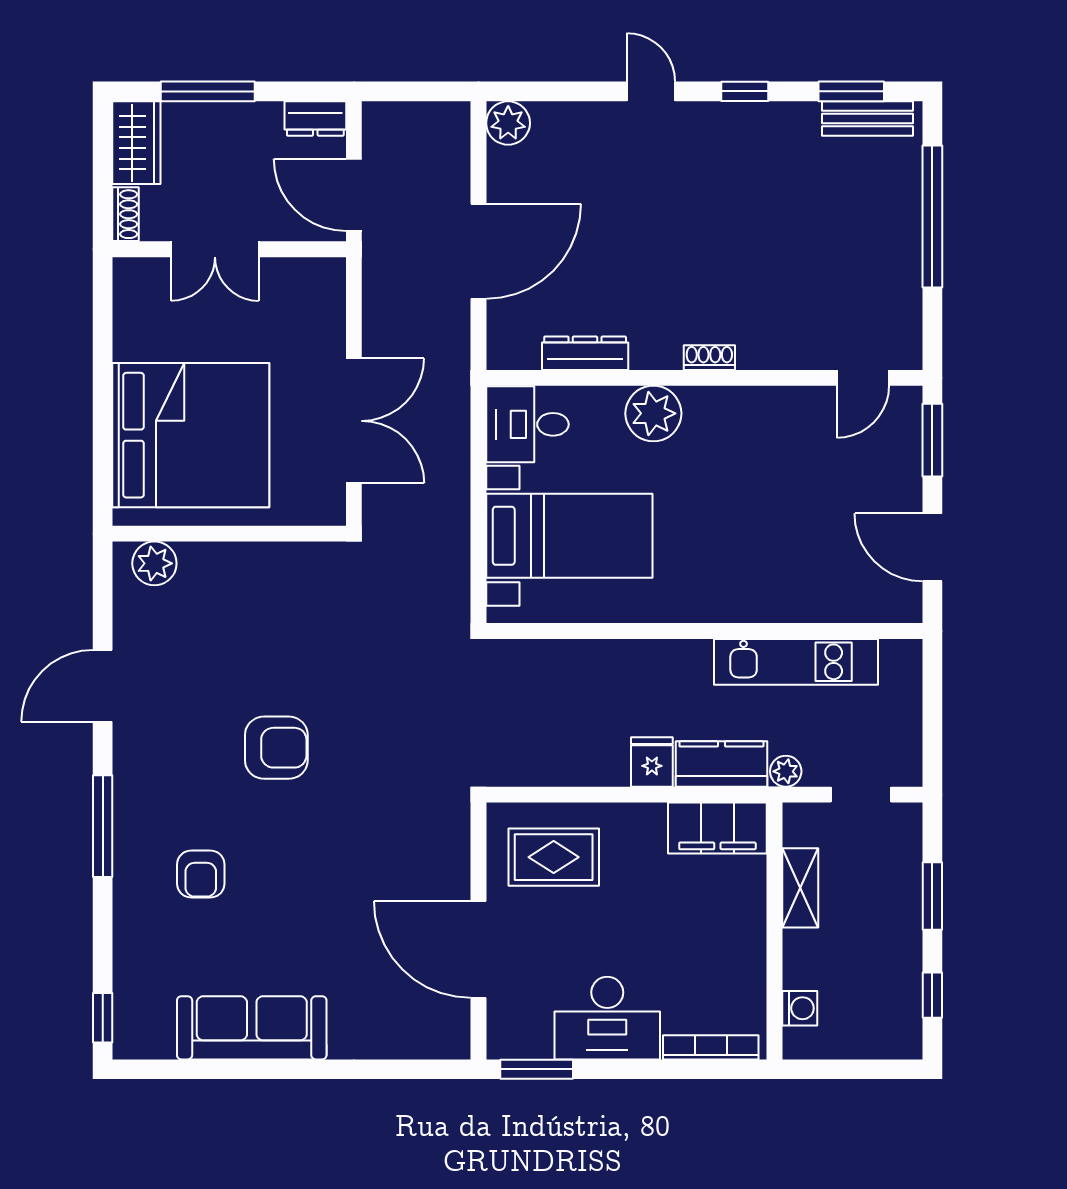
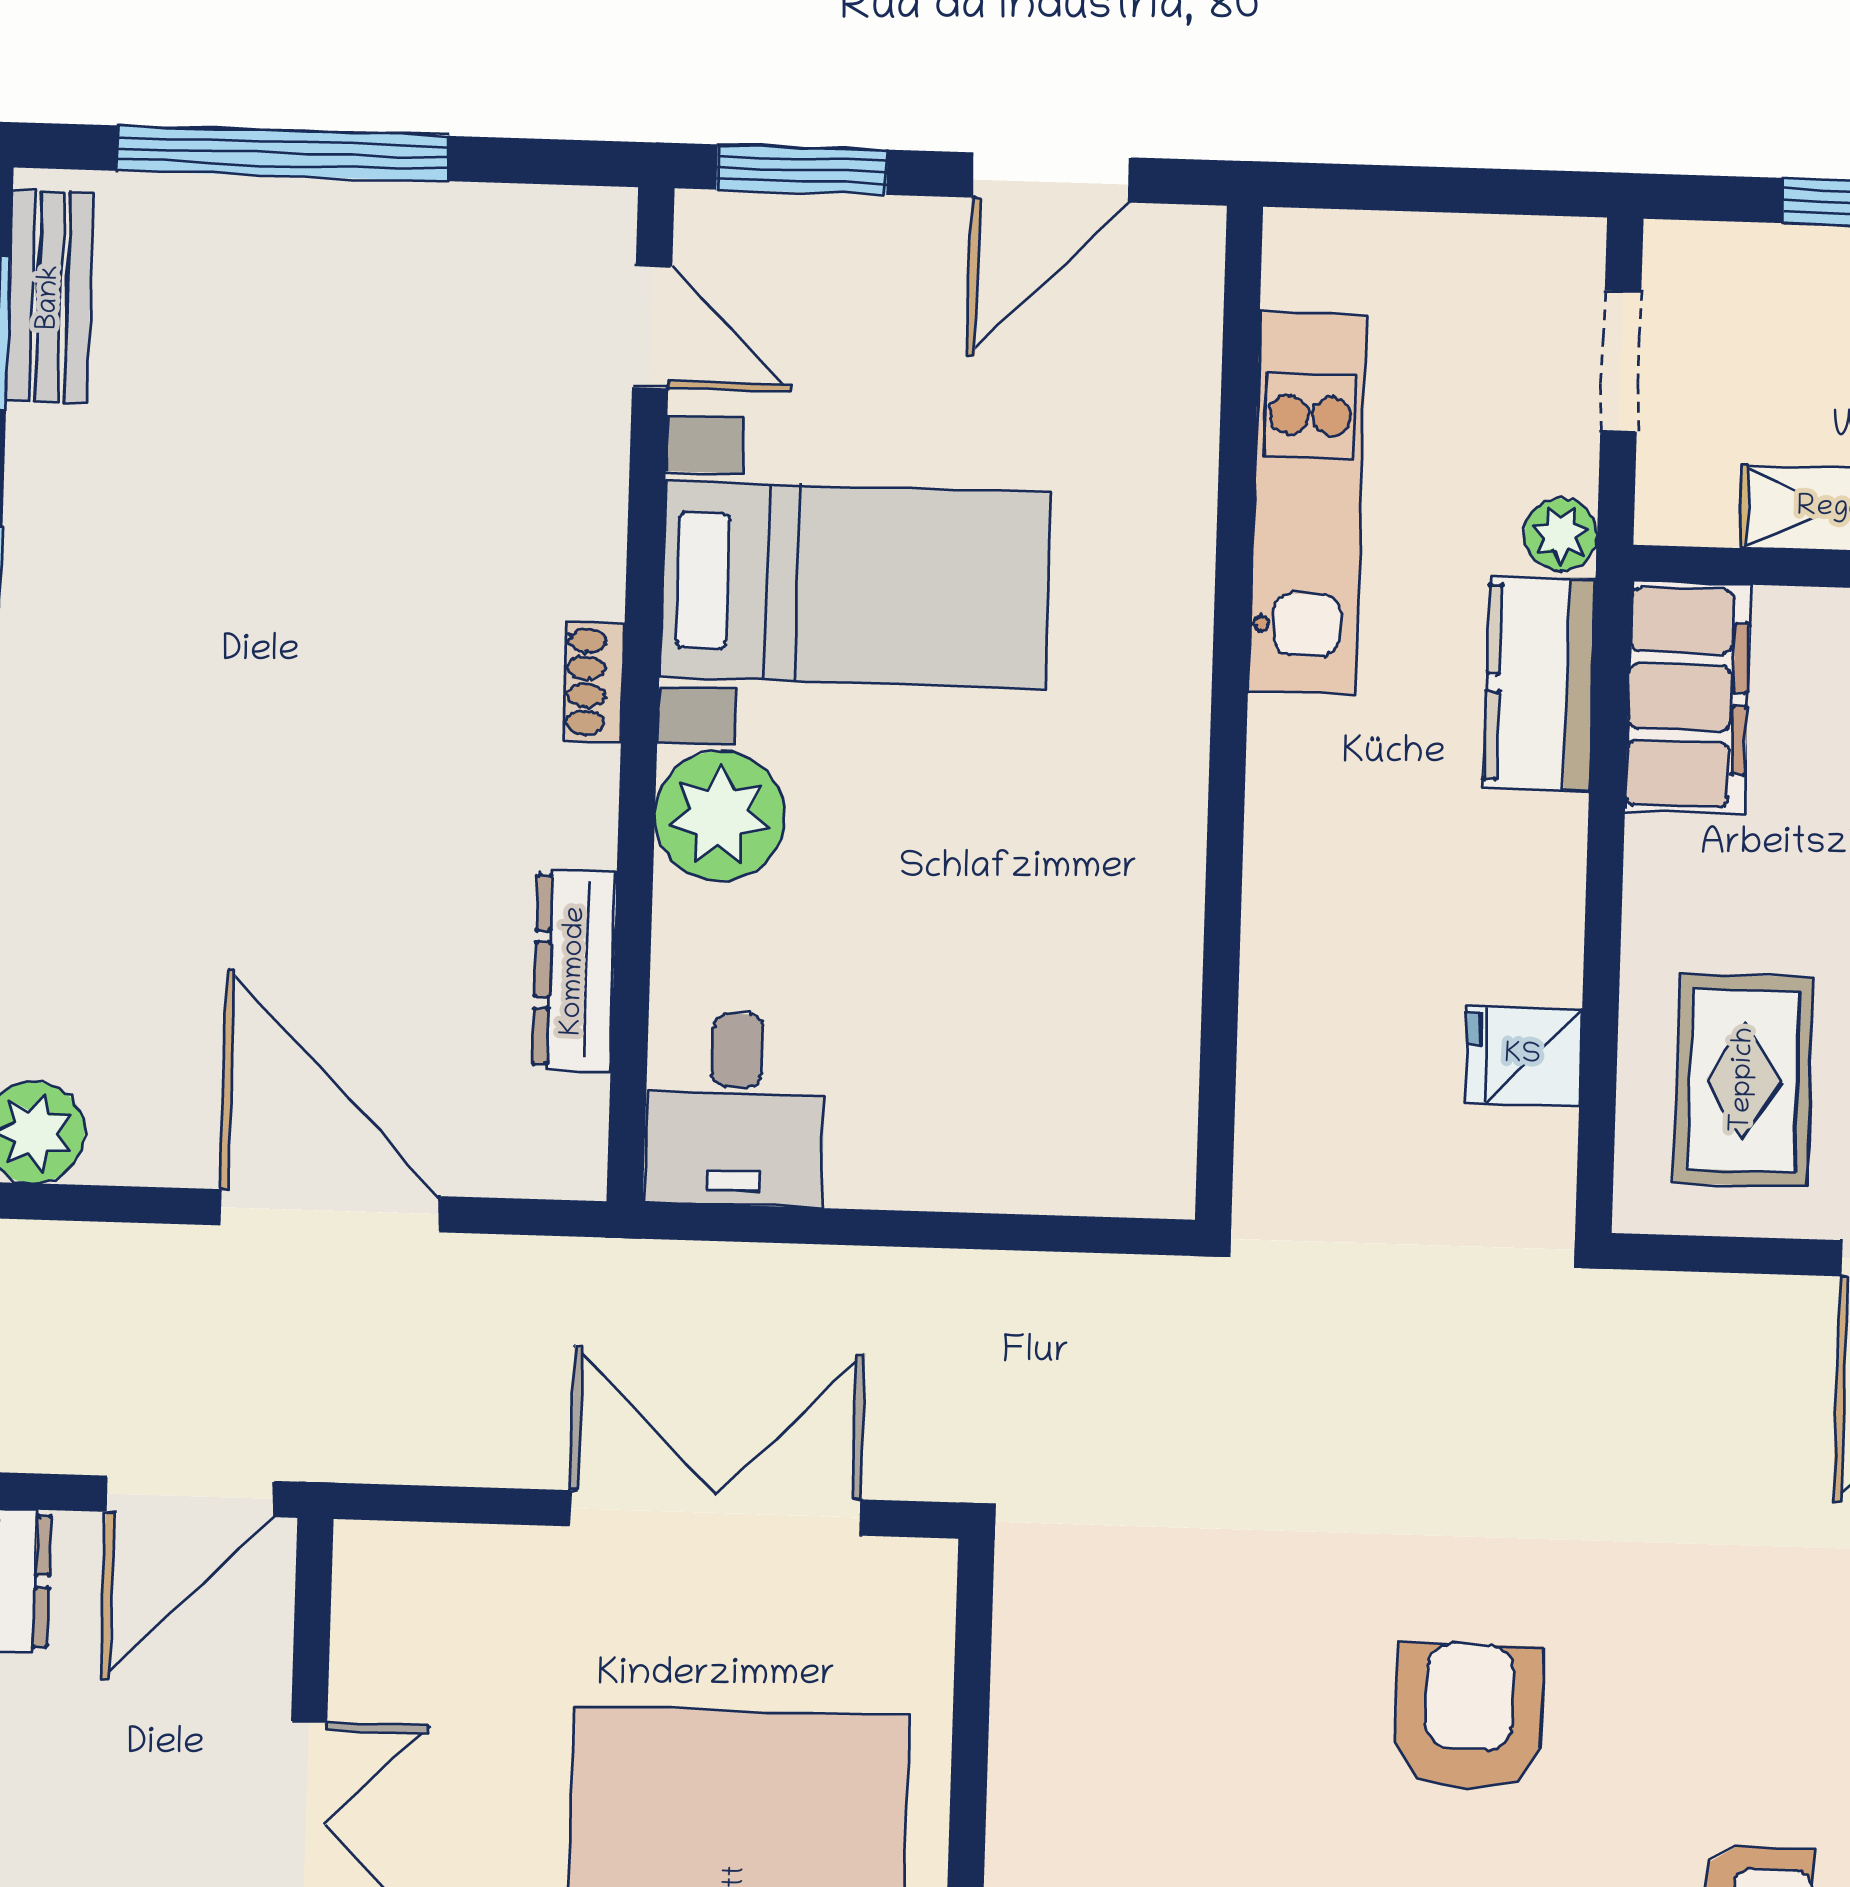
bed with nightstands: (569, 536) -> (855, 585), moved, turned 90
fridge: (652, 762) -> (1523, 1056), moved

